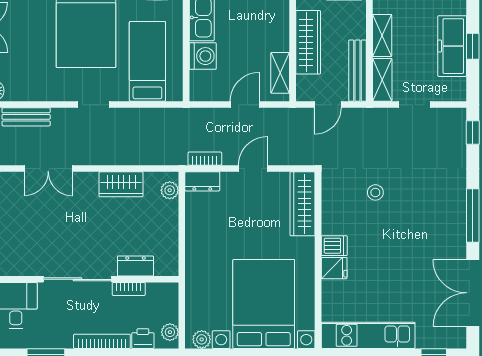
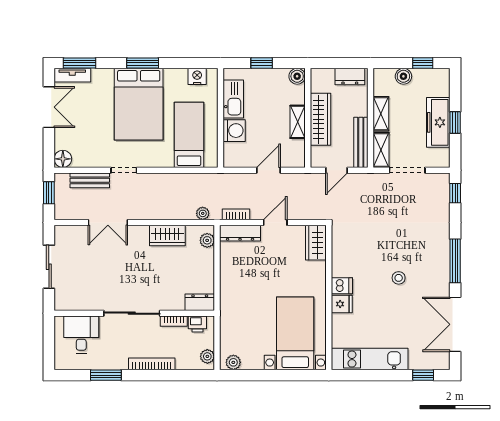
shelving: (280, 73) -> (298, 122), moved
doorway: (93, 105) -> (124, 170), moved
doorway: (414, 105) -> (407, 170), width x1.38
plant: (164, 157) -> (203, 213), added
dresser: (202, 181) -> (240, 233), width x1.44
stool: (375, 192) -> (399, 278), moved
wardrobe: (303, 204) -> (316, 243), width x0.67
dresser: (135, 266) -> (200, 302), moved
bed with nightstands: (264, 304) -> (295, 333), width x0.73
printer: (143, 339) -> (197, 324), moved, turned 180

